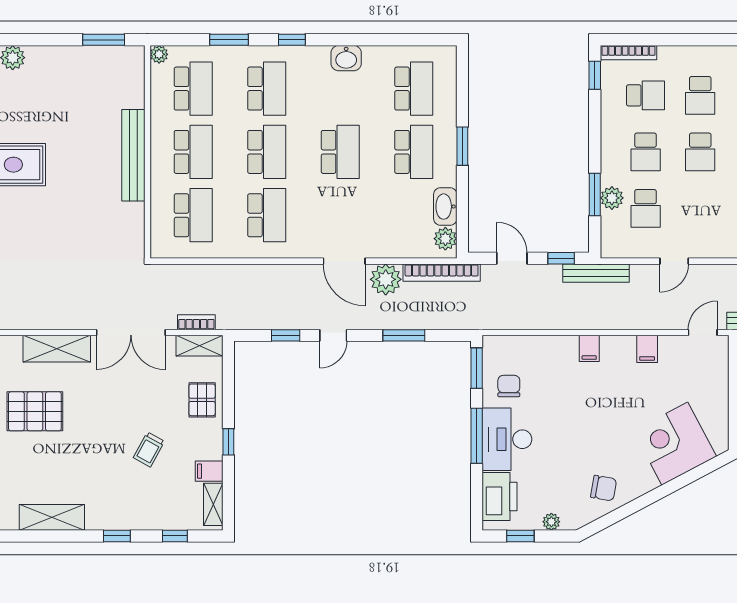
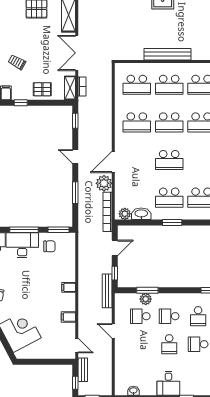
school desk: (700, 152) -> (169, 344), turned -90
window: (286, 335) -> (75, 121), moved

